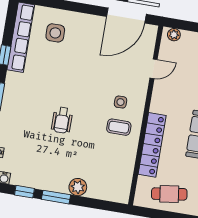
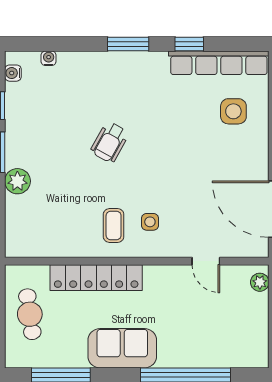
wheelchair: (62, 120) -> (110, 142), turned -61

